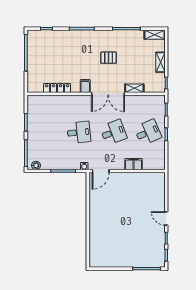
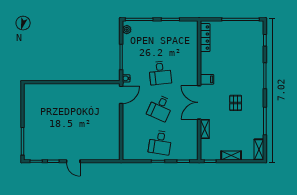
locker: (57, 88) -> (205, 38), moved
desk: (113, 132) -> (160, 108), turned 45
desk: (148, 132) -> (160, 143), turned 33
filing cabinet: (134, 164) -> (128, 128), removed
door: (101, 171) -> (121, 95), swing flipped
door: (166, 218) -> (73, 161), swing flipped

